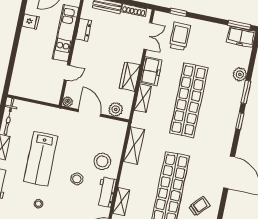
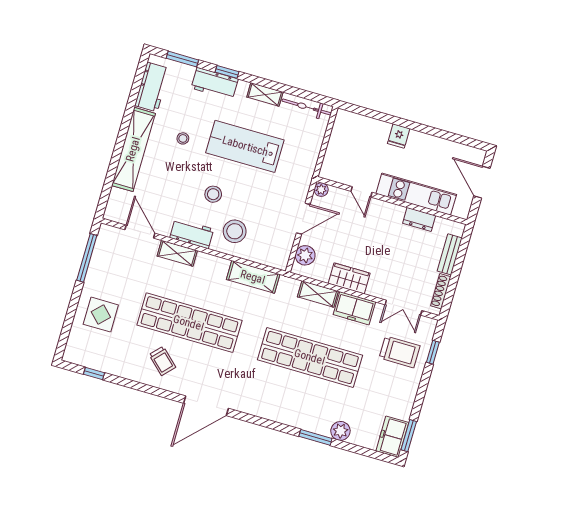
fridge: (30, 22) -> (399, 136), moved
window: (240, 121) -> (276, 426), removed

